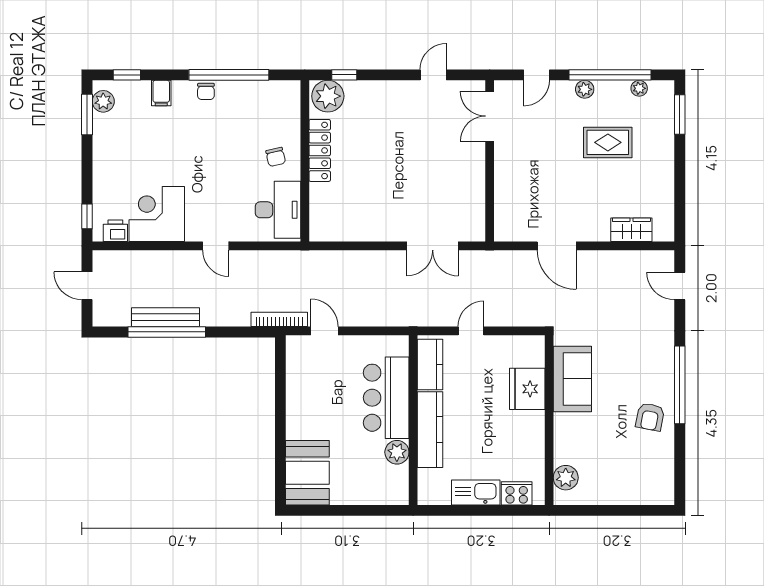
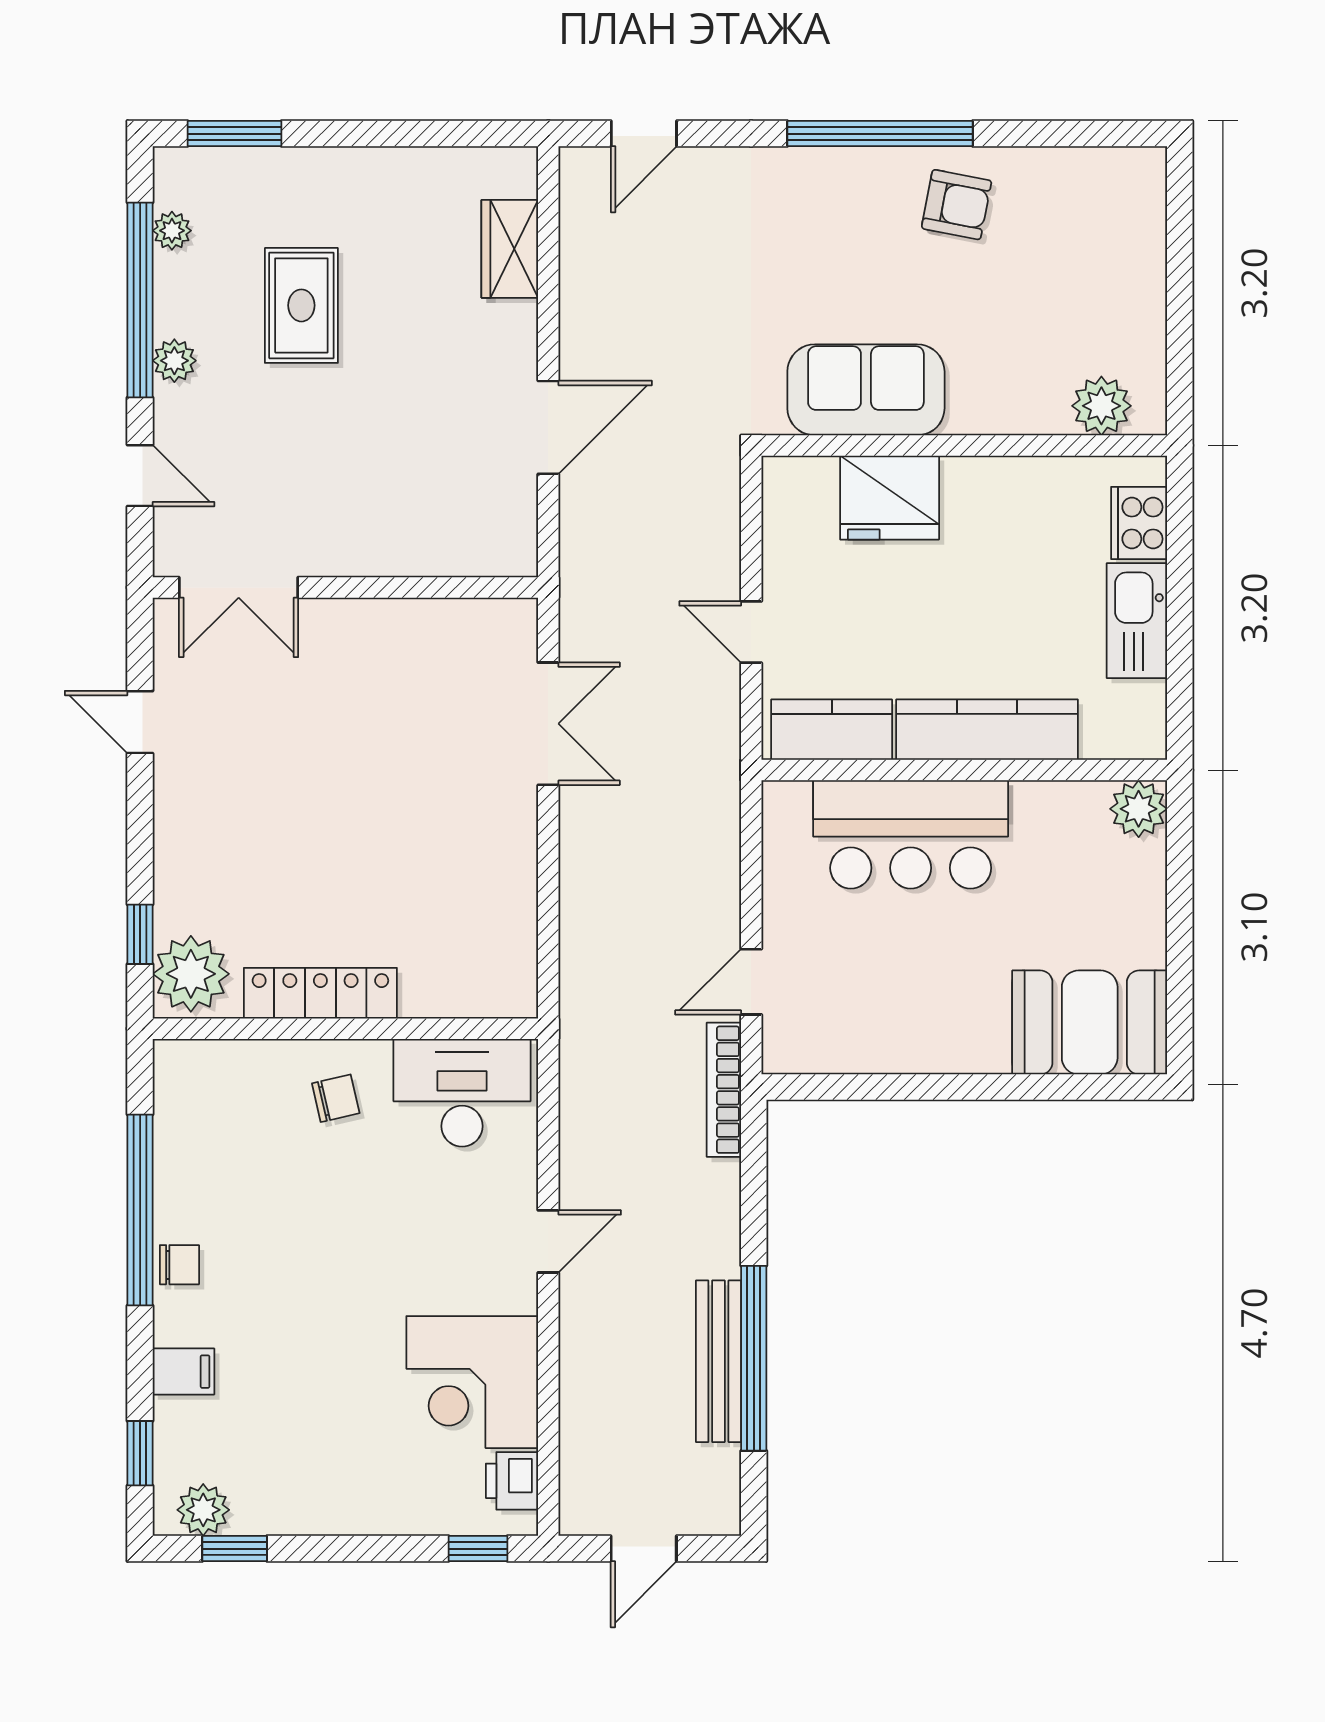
window: (87, 115) -> (235, 1549), width x0.67
plant: (397, 452) -> (1139, 809), moved

